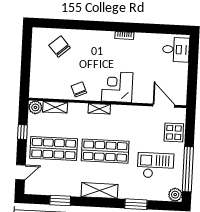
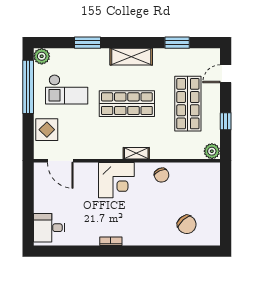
shelving: (55, 107) -> (189, 153), removed
shop shelf: (54, 149) -> (188, 104), turned 90

